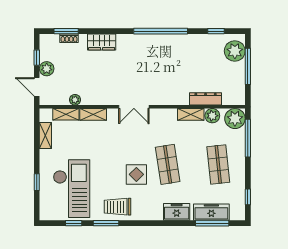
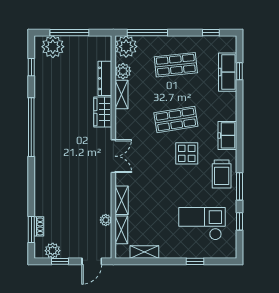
wardrobe: (102, 42) -> (103, 112), moved, turned 180
plant: (47, 69) -> (53, 251), moved
checkout: (72, 189) -> (202, 224), width x0.73, depth x0.83
freezer: (177, 212) -> (227, 135), moved
window: (212, 223) -> (239, 71), width x0.46

